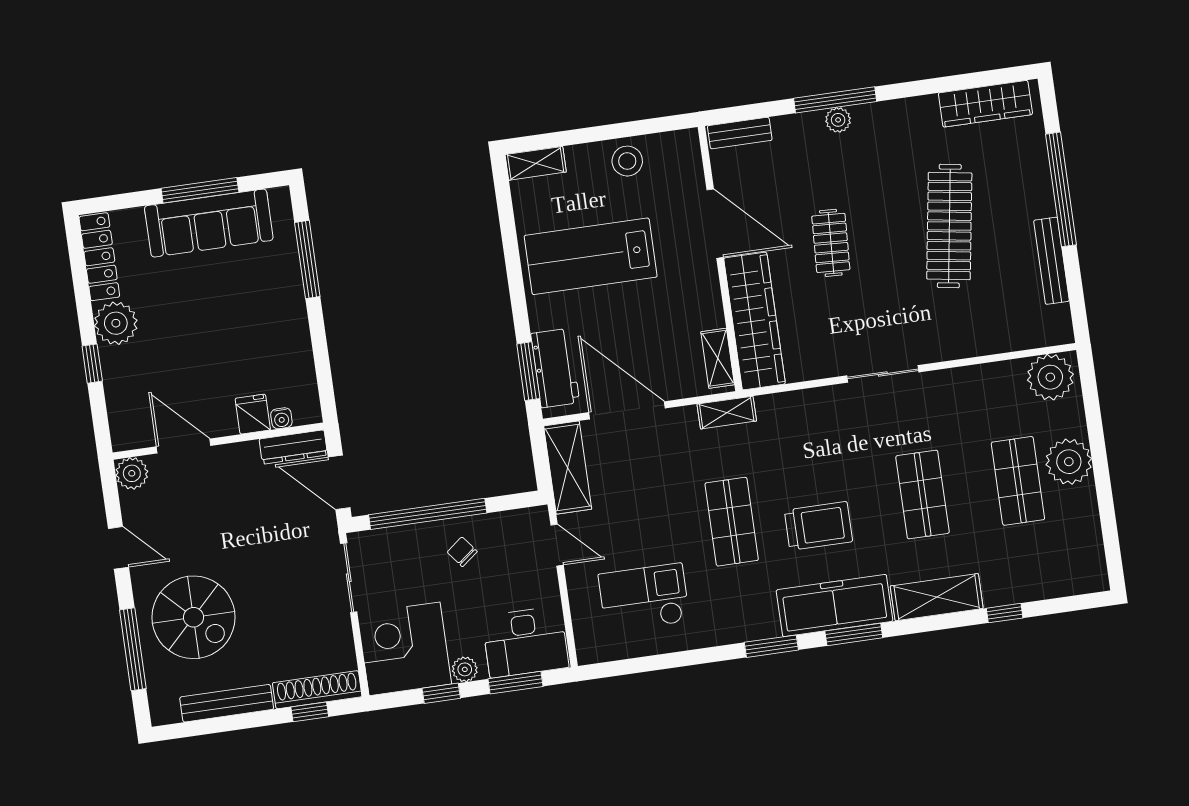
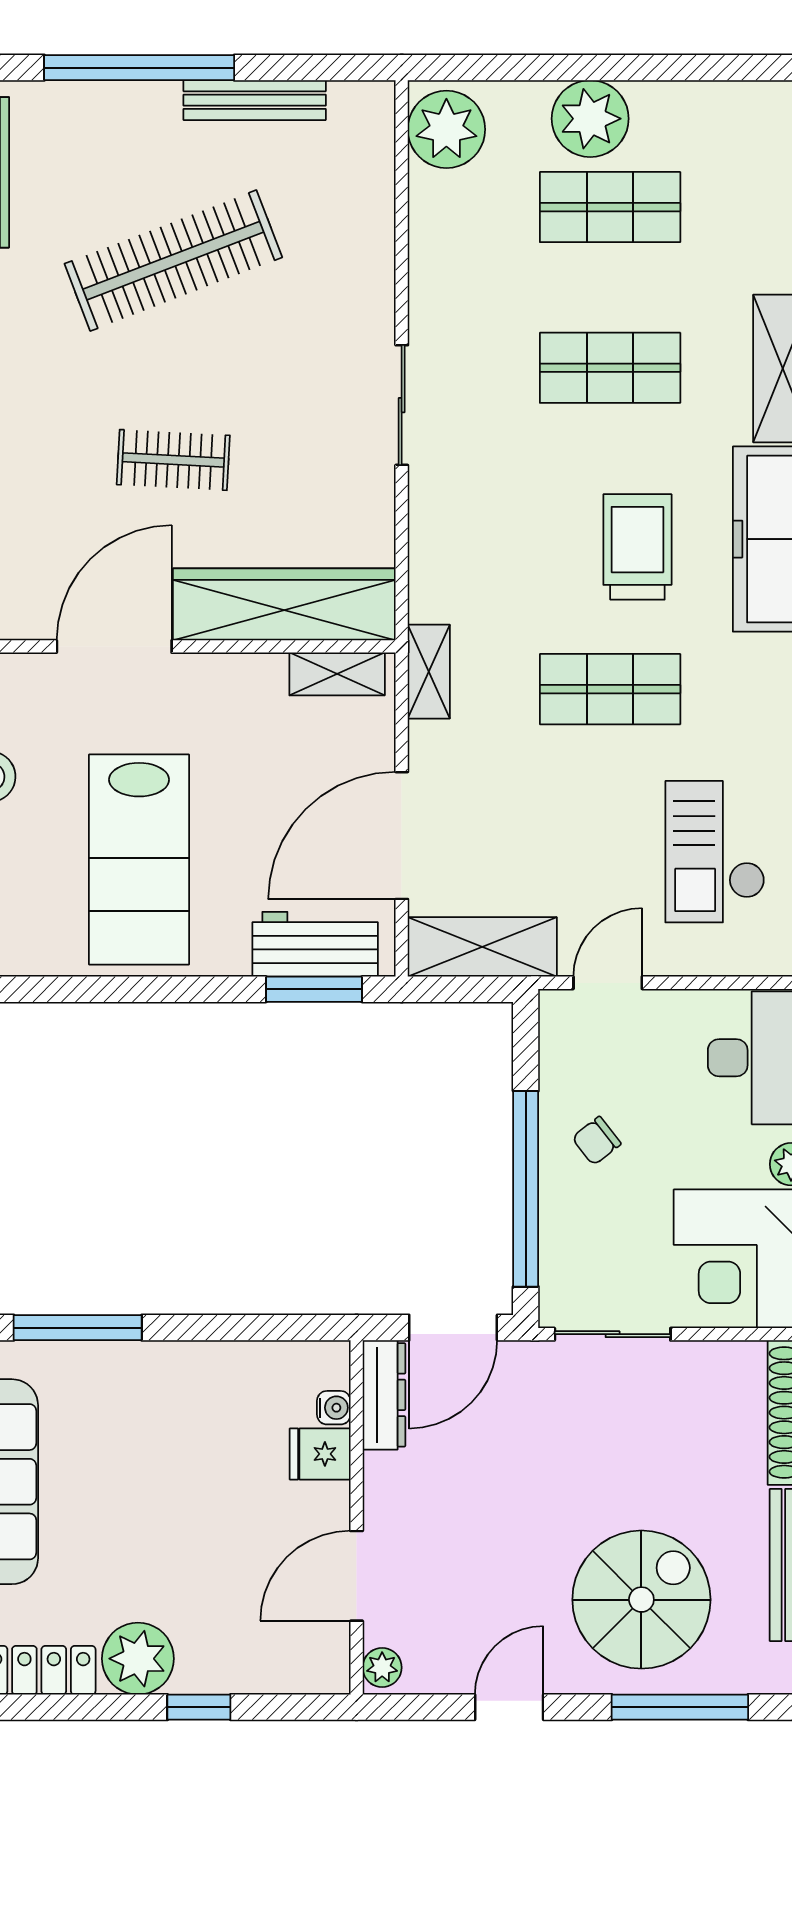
clothes rail: (949, 226) -> (173, 261), turned -30
plant: (132, 473) -> (382, 1667), width x0.73, depth x0.73

